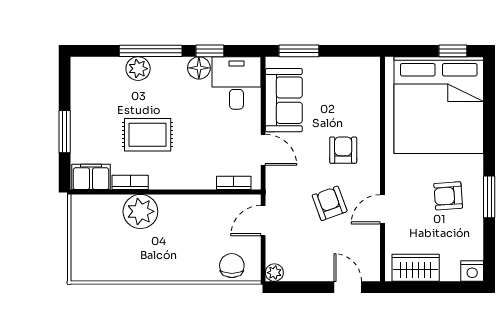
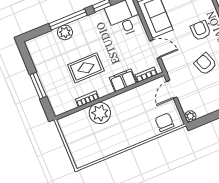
floor lamp: (199, 68) -> (99, 18), removed
filing cabinet: (91, 177) -> (123, 80), moved

